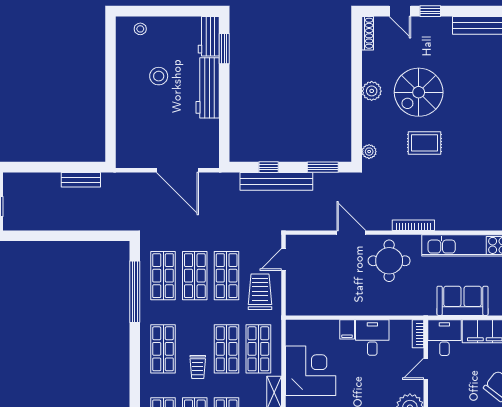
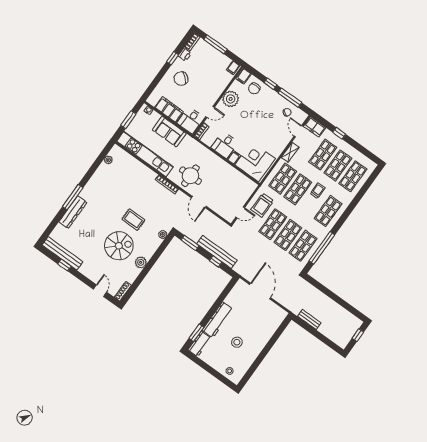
window: (430, 11) -> (64, 265), moved
corner desk: (311, 371) -> (255, 162), moved, turned 90

